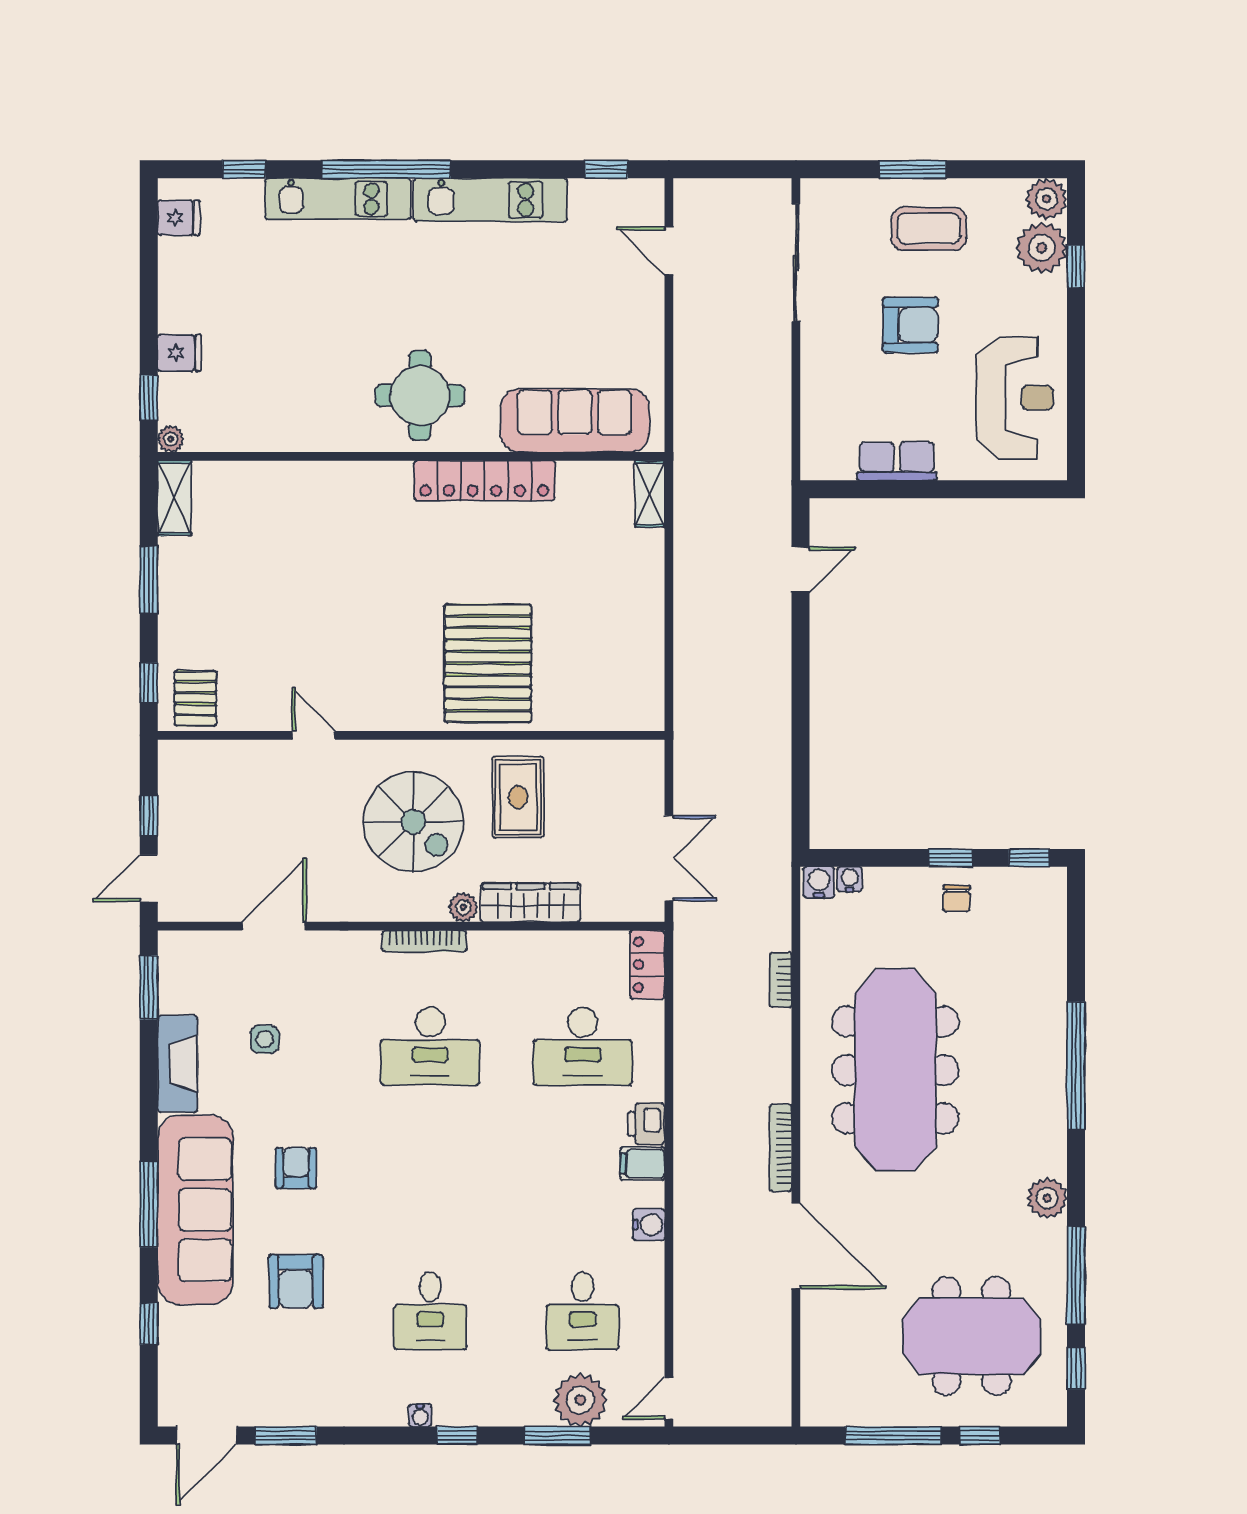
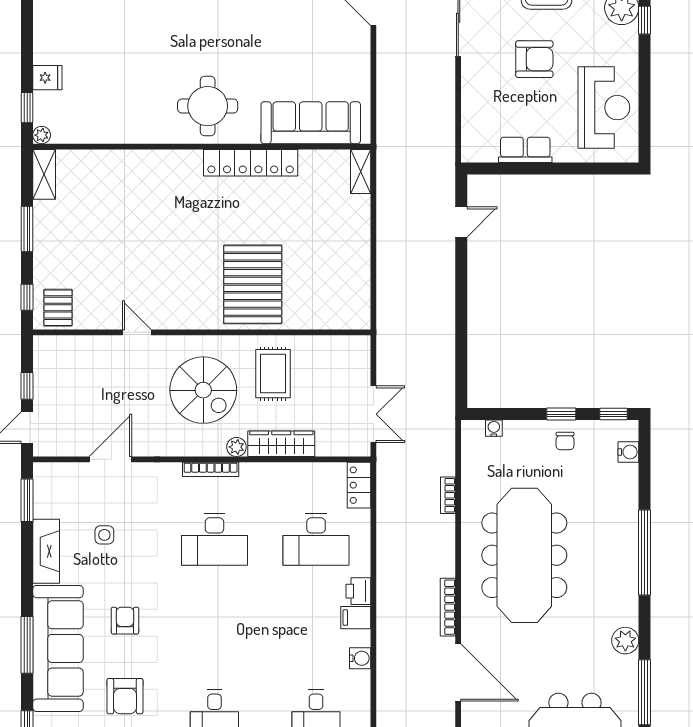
water cooler: (819, 882) -> (628, 452), moved, turned 90

